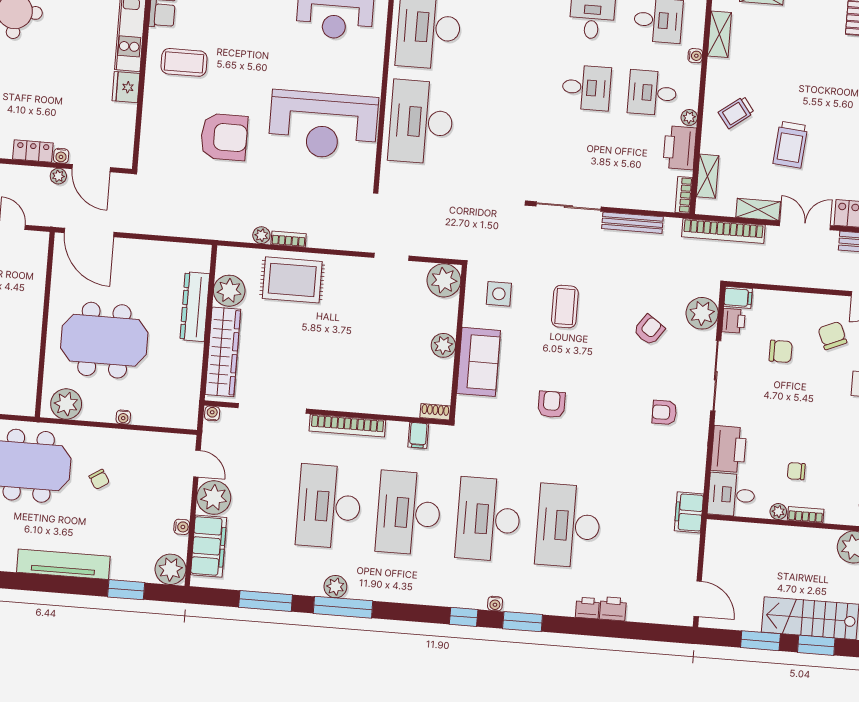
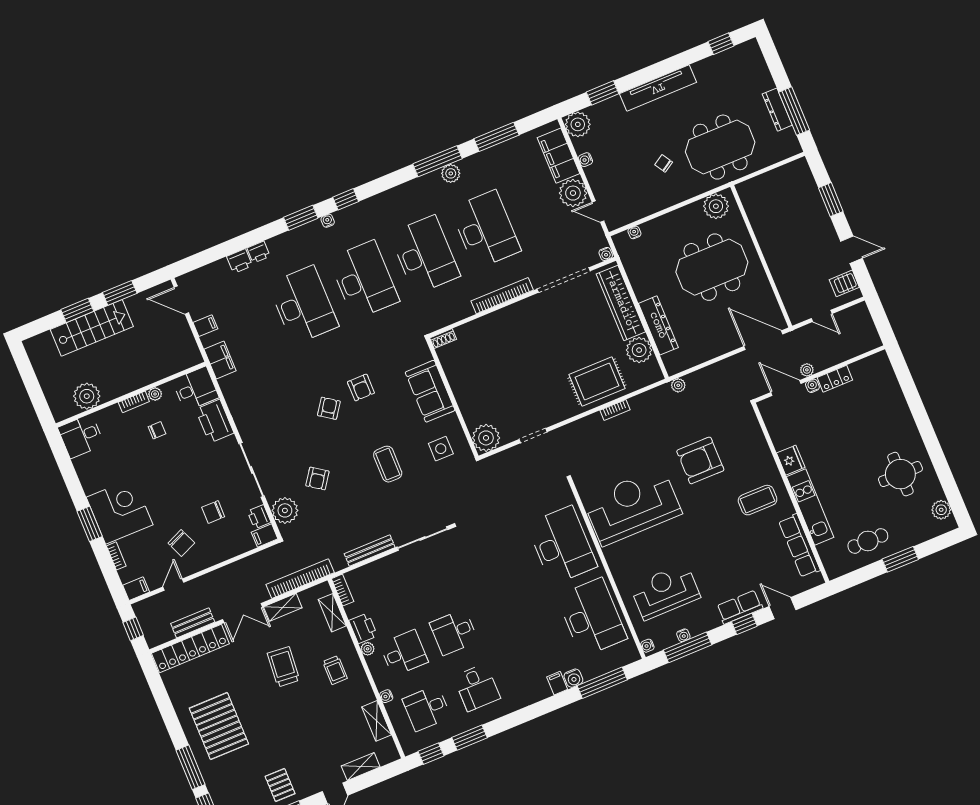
trolley: (736, 112) -> (335, 670), turned 127
printer: (680, 148) -> (363, 628), width x0.73, depth x0.84
plant: (261, 235) -> (678, 385), moved
plant: (443, 345) -> (462, 390), removed
armchair: (664, 412) -> (329, 408), moved, turned -55
water cooler: (123, 417) -> (634, 232), moved
filing cabinet: (418, 435) -> (205, 326), moved, turned 90

